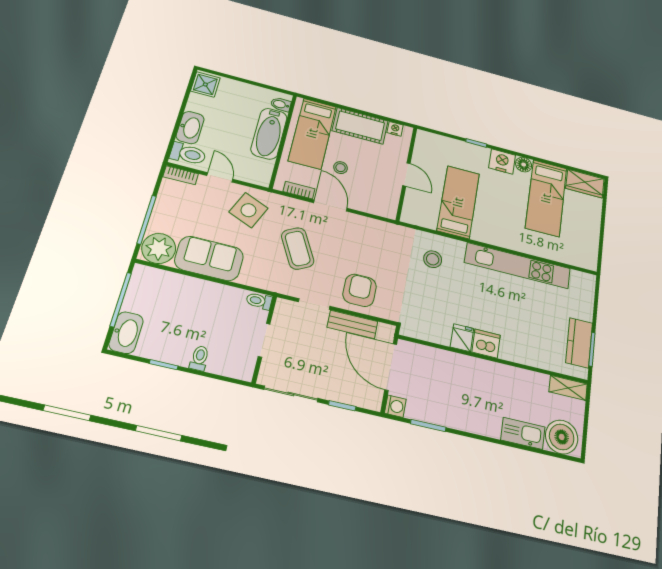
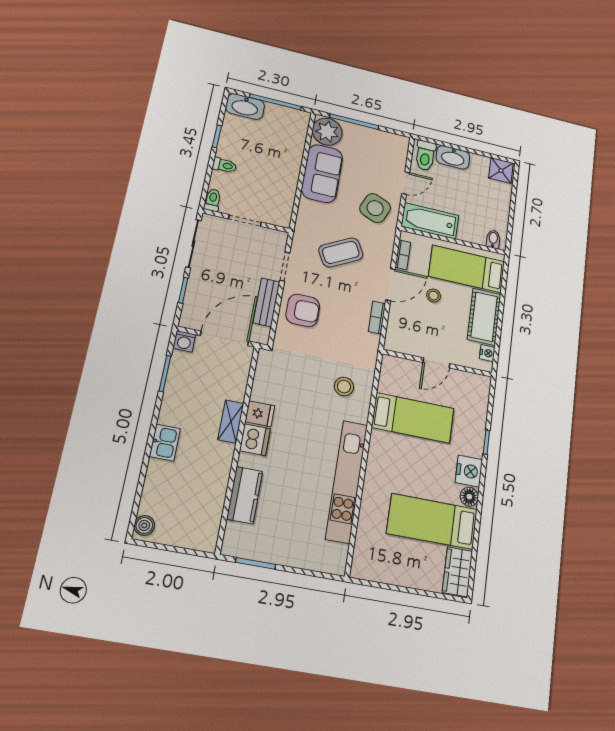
bathtub: (269, 134) -> (430, 221), moved
bookcase: (181, 175) -> (377, 318), moved
toilet: (259, 301) -> (213, 200), moved
kitchen counter: (579, 343) -> (245, 495), moved, turned 90
shelving: (568, 388) -> (231, 422), moved
kitchen sink: (523, 433) -> (165, 443), moved, width x0.73
boiler: (562, 437) -> (144, 525), width x0.54, depth x0.54

